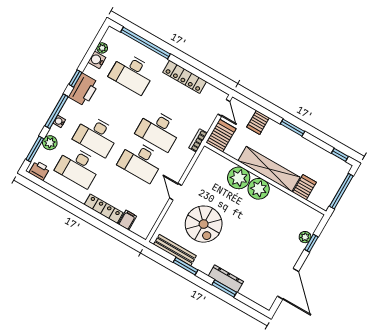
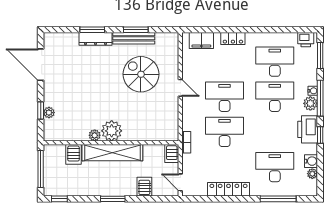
window: (145, 43) -> (278, 199), width x0.68
server rack: (221, 136) -> (172, 153), width x0.73, depth x0.70
plant: (50, 143) -> (310, 103), moved
plant: (239, 178) -> (95, 135), moved, width x0.53, depth x0.53
locker: (104, 209) -> (233, 39), width x0.66
filing cabinet: (127, 220) -> (201, 41), width x2.00
bench: (175, 250) -> (134, 38), moved

